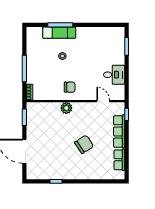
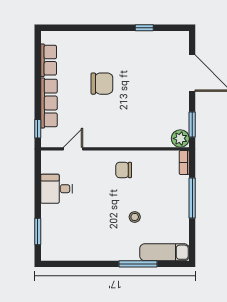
exam couch: (59, 33) -> (164, 252), moved
door: (103, 101) -> (73, 149), swing flipped
plant: (66, 108) -> (180, 138), moved
chair: (84, 144) -> (102, 84), turned -147

